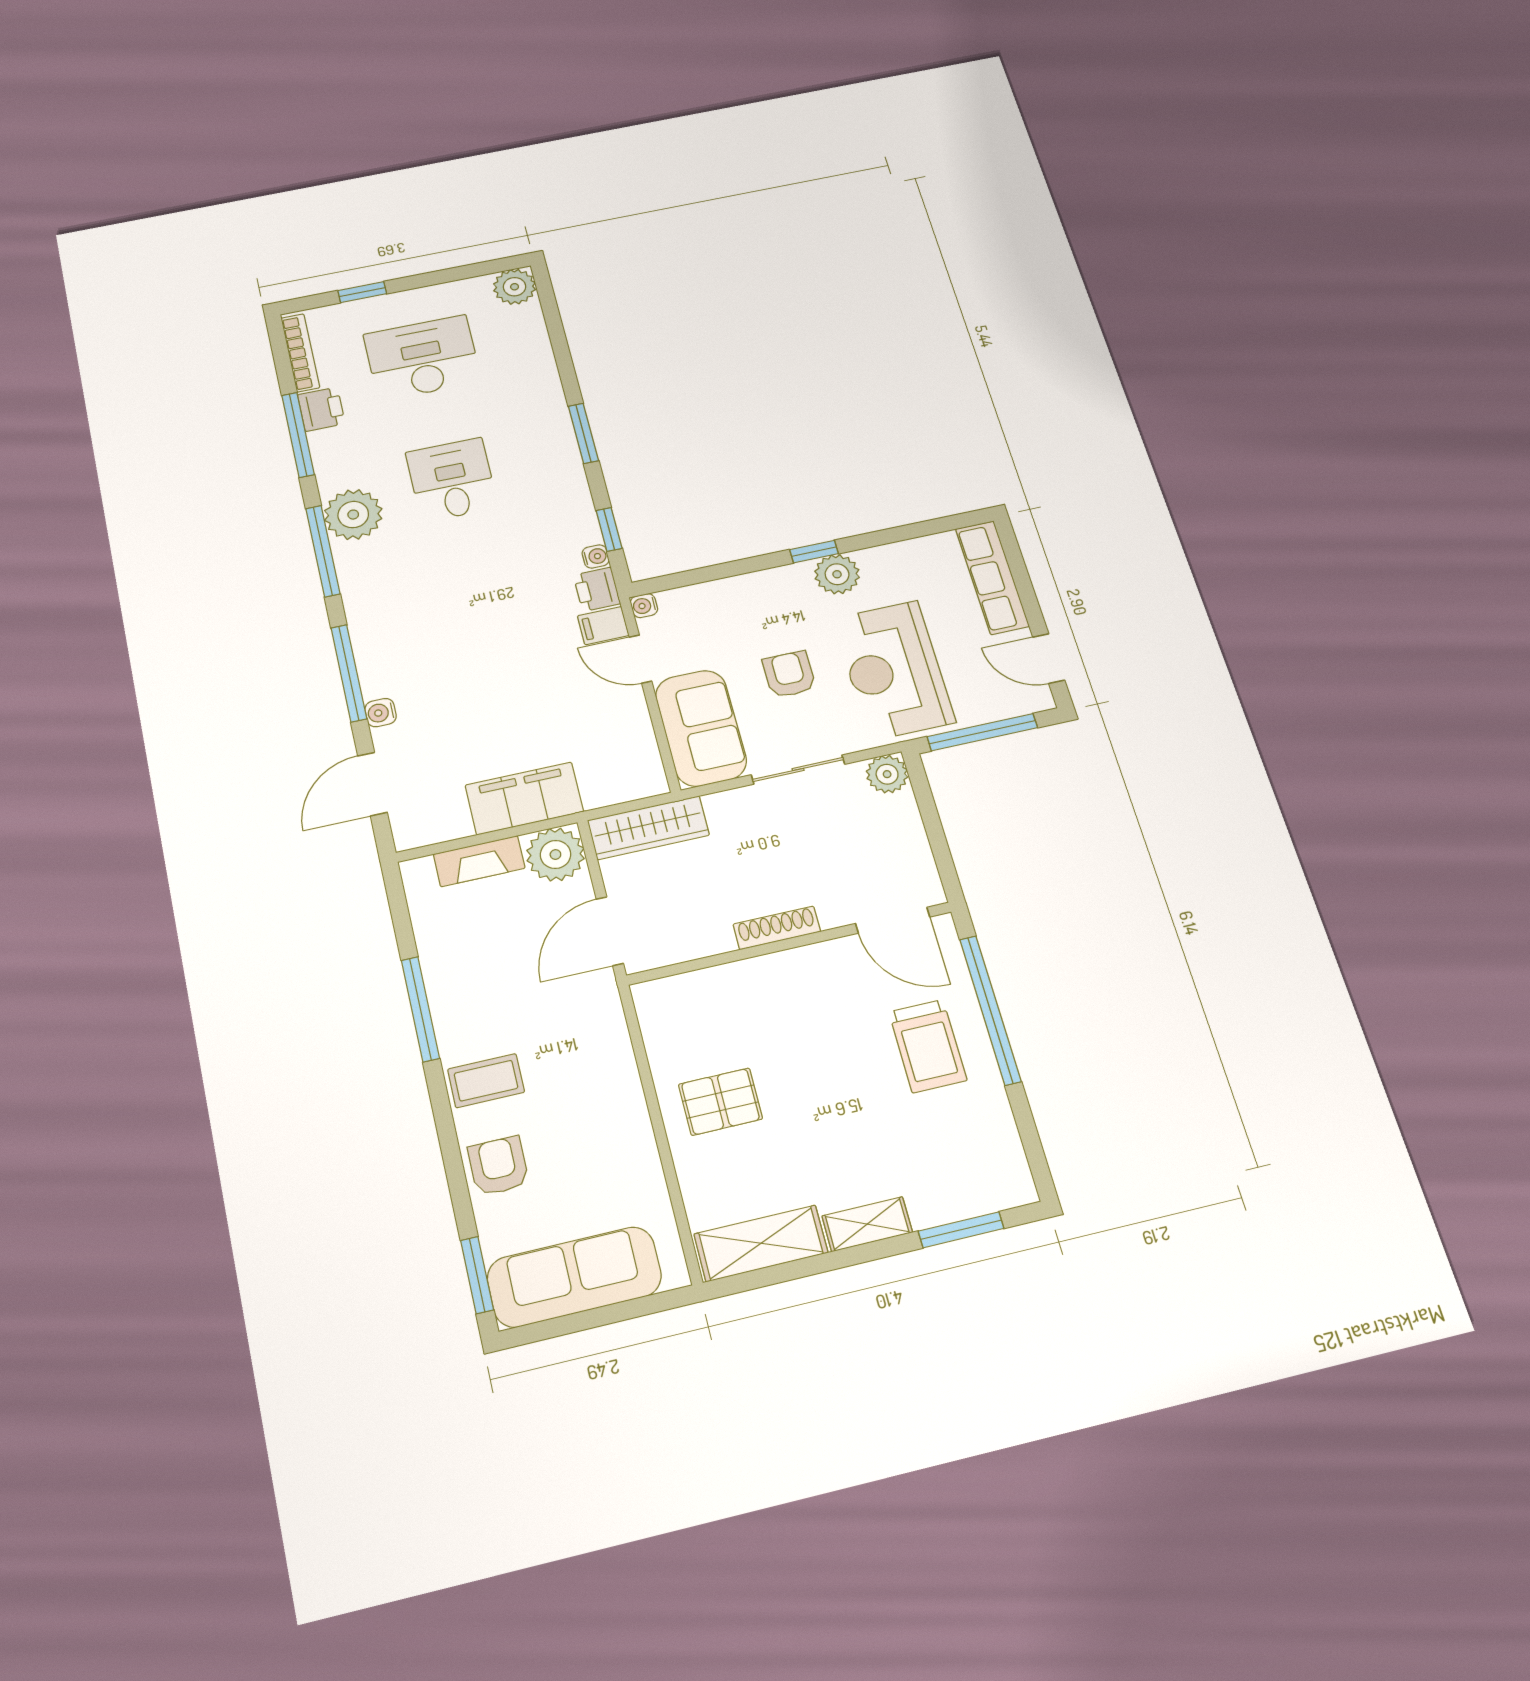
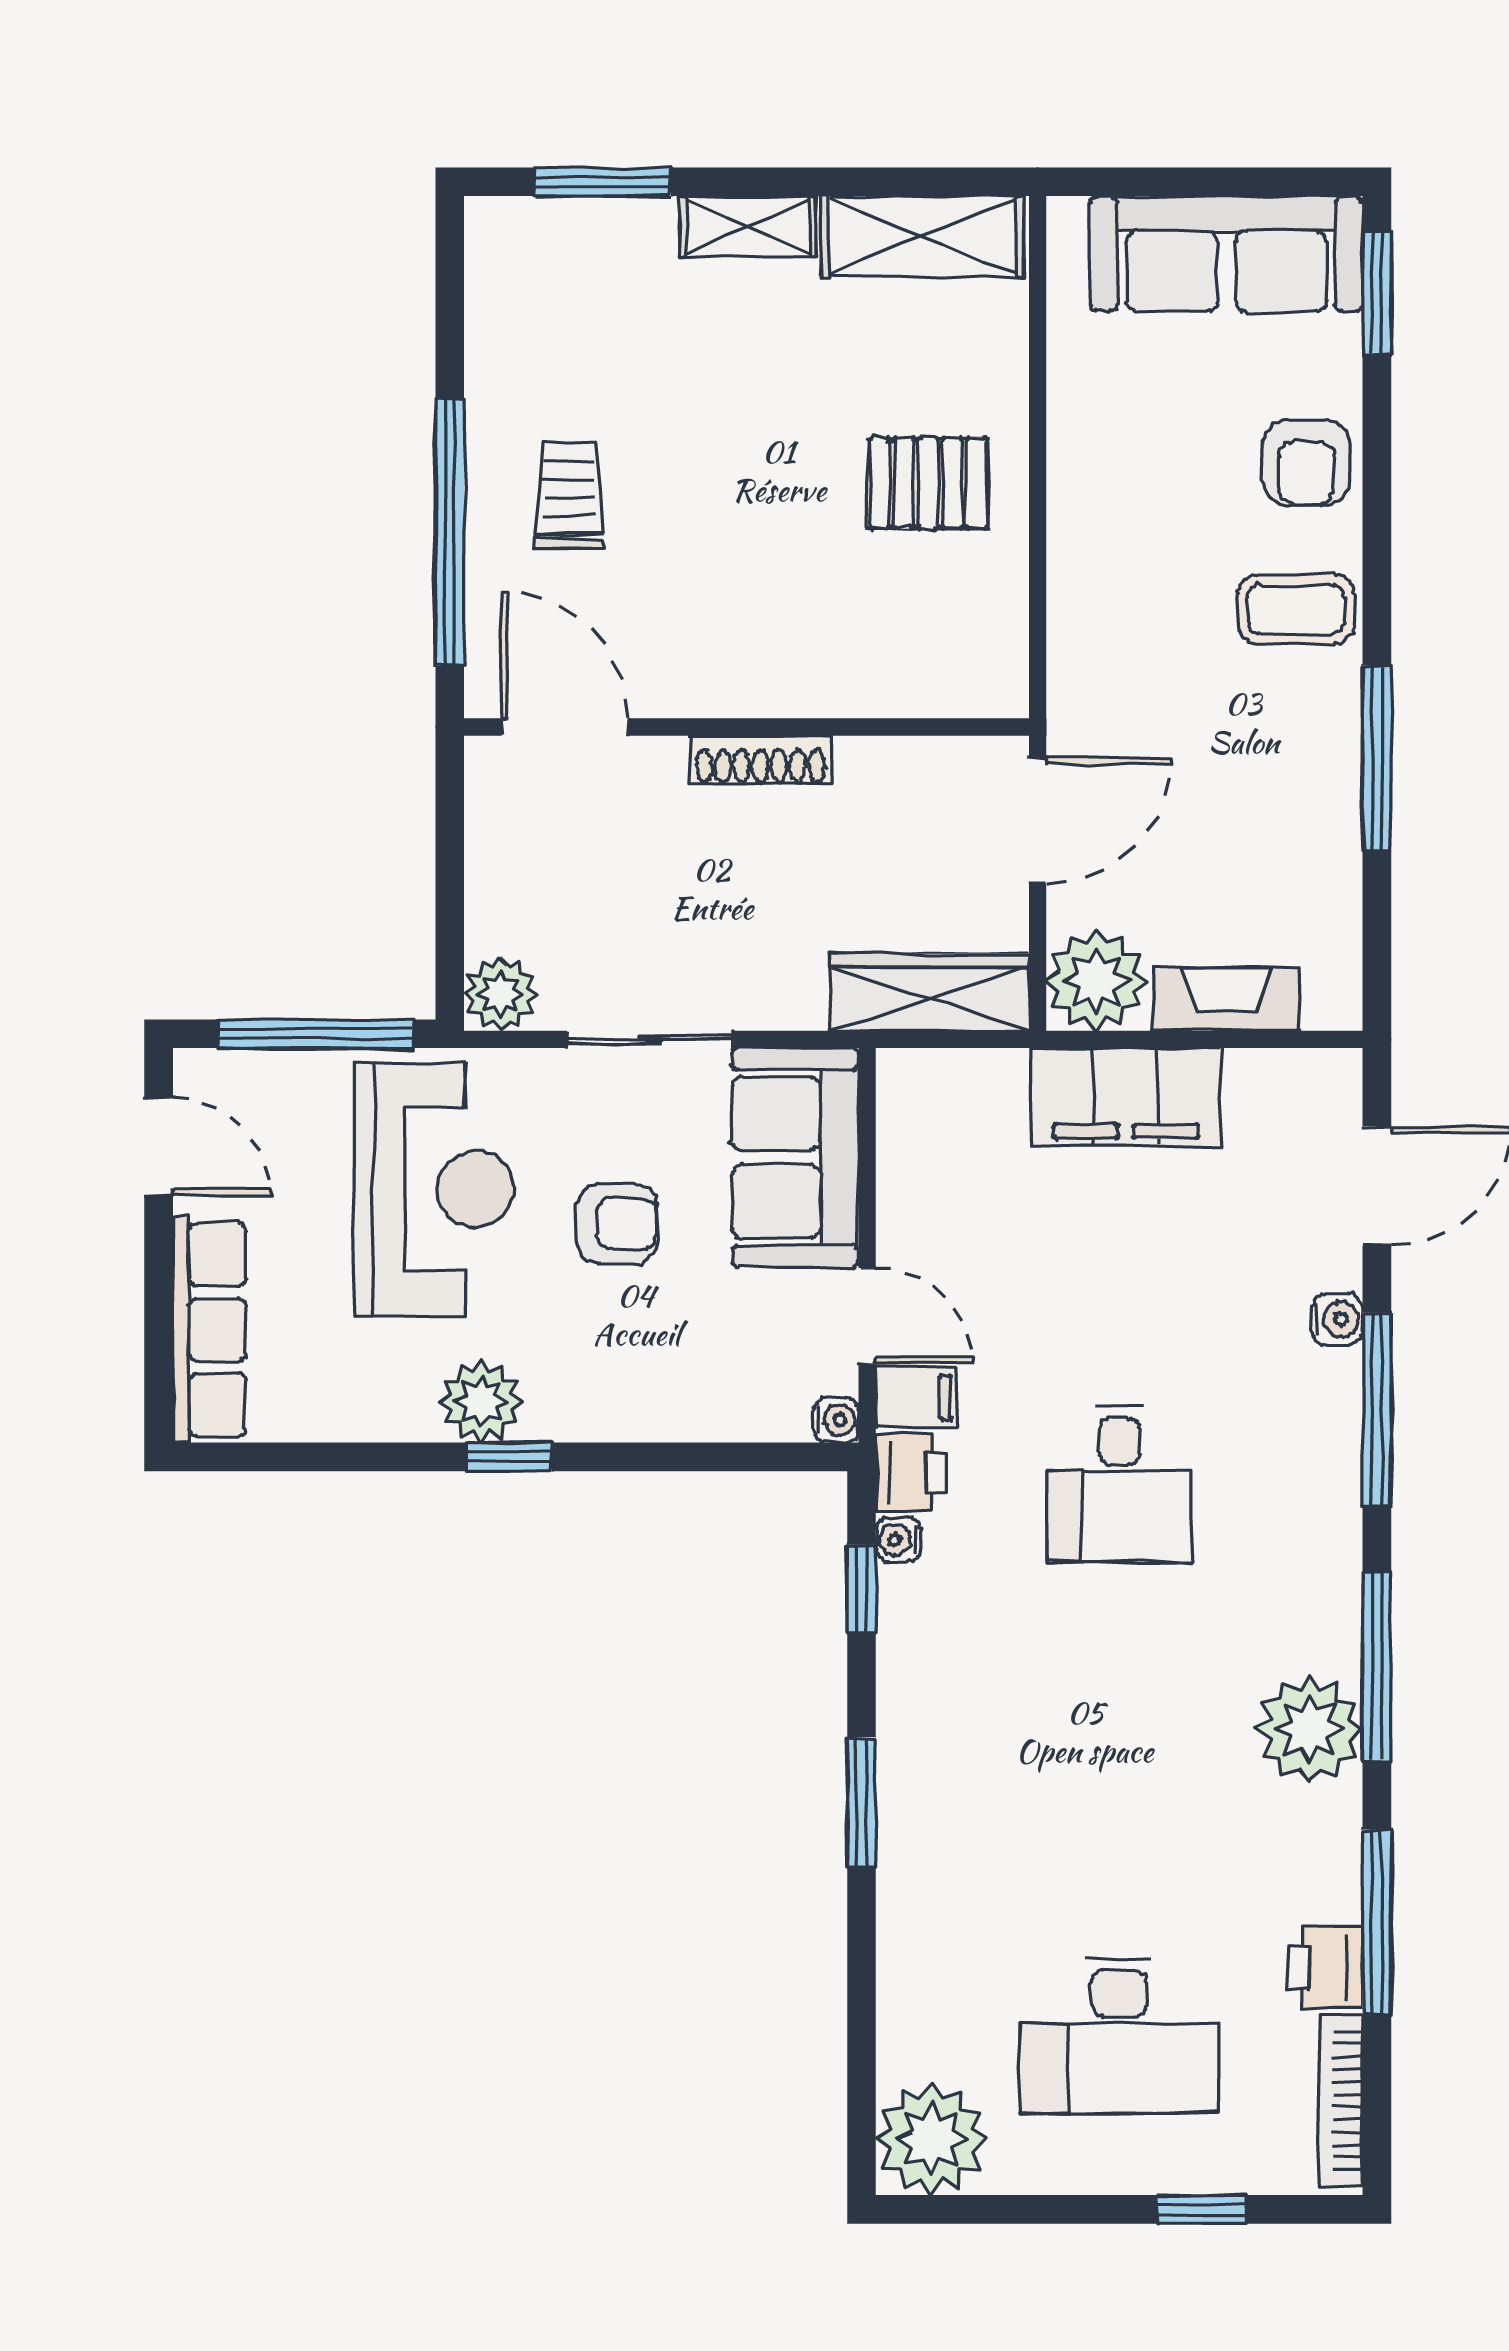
plant: (515, 287) -> (932, 2139), width x1.36, depth x1.36
desk: (452, 480) -> (1119, 1484), moved
armchair: (789, 674) -> (617, 1224), turned -90
trolley: (928, 1046) -> (569, 496), width x0.73, depth x0.72

